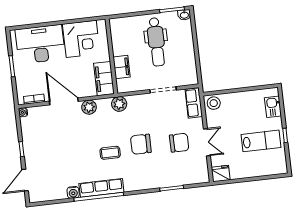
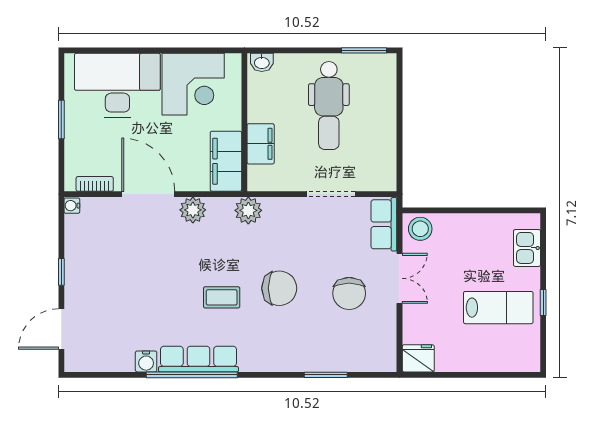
washbasin: (184, 15) -> (262, 62), moved
double door: (207, 142) -> (400, 278), moved
chair: (179, 143) -> (349, 293), turned 90
chair: (141, 144) -> (279, 288), turned 180

